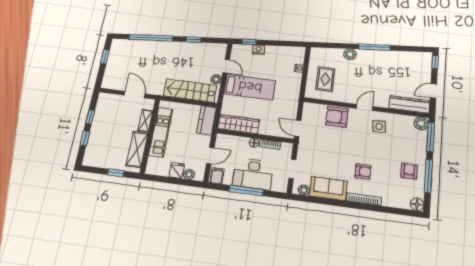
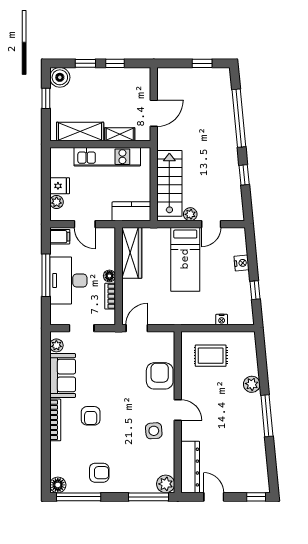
window: (249, 42) -> (255, 290), moved
boiler: (91, 159) -> (60, 77), added
window: (116, 173) -> (46, 98), moved
window: (428, 176) -> (79, 497), moved

